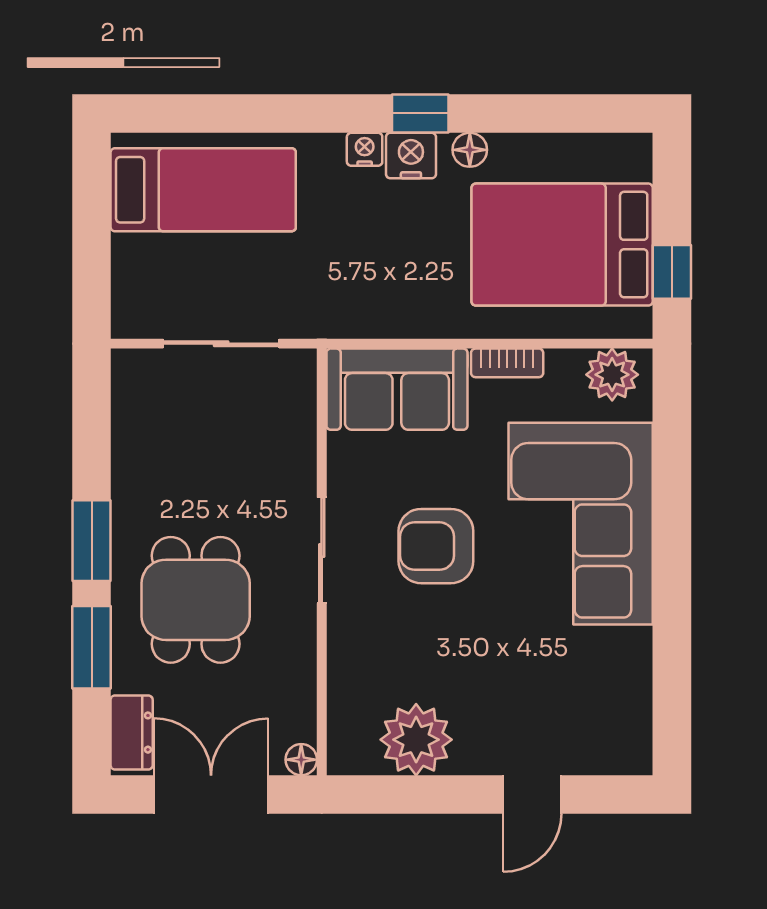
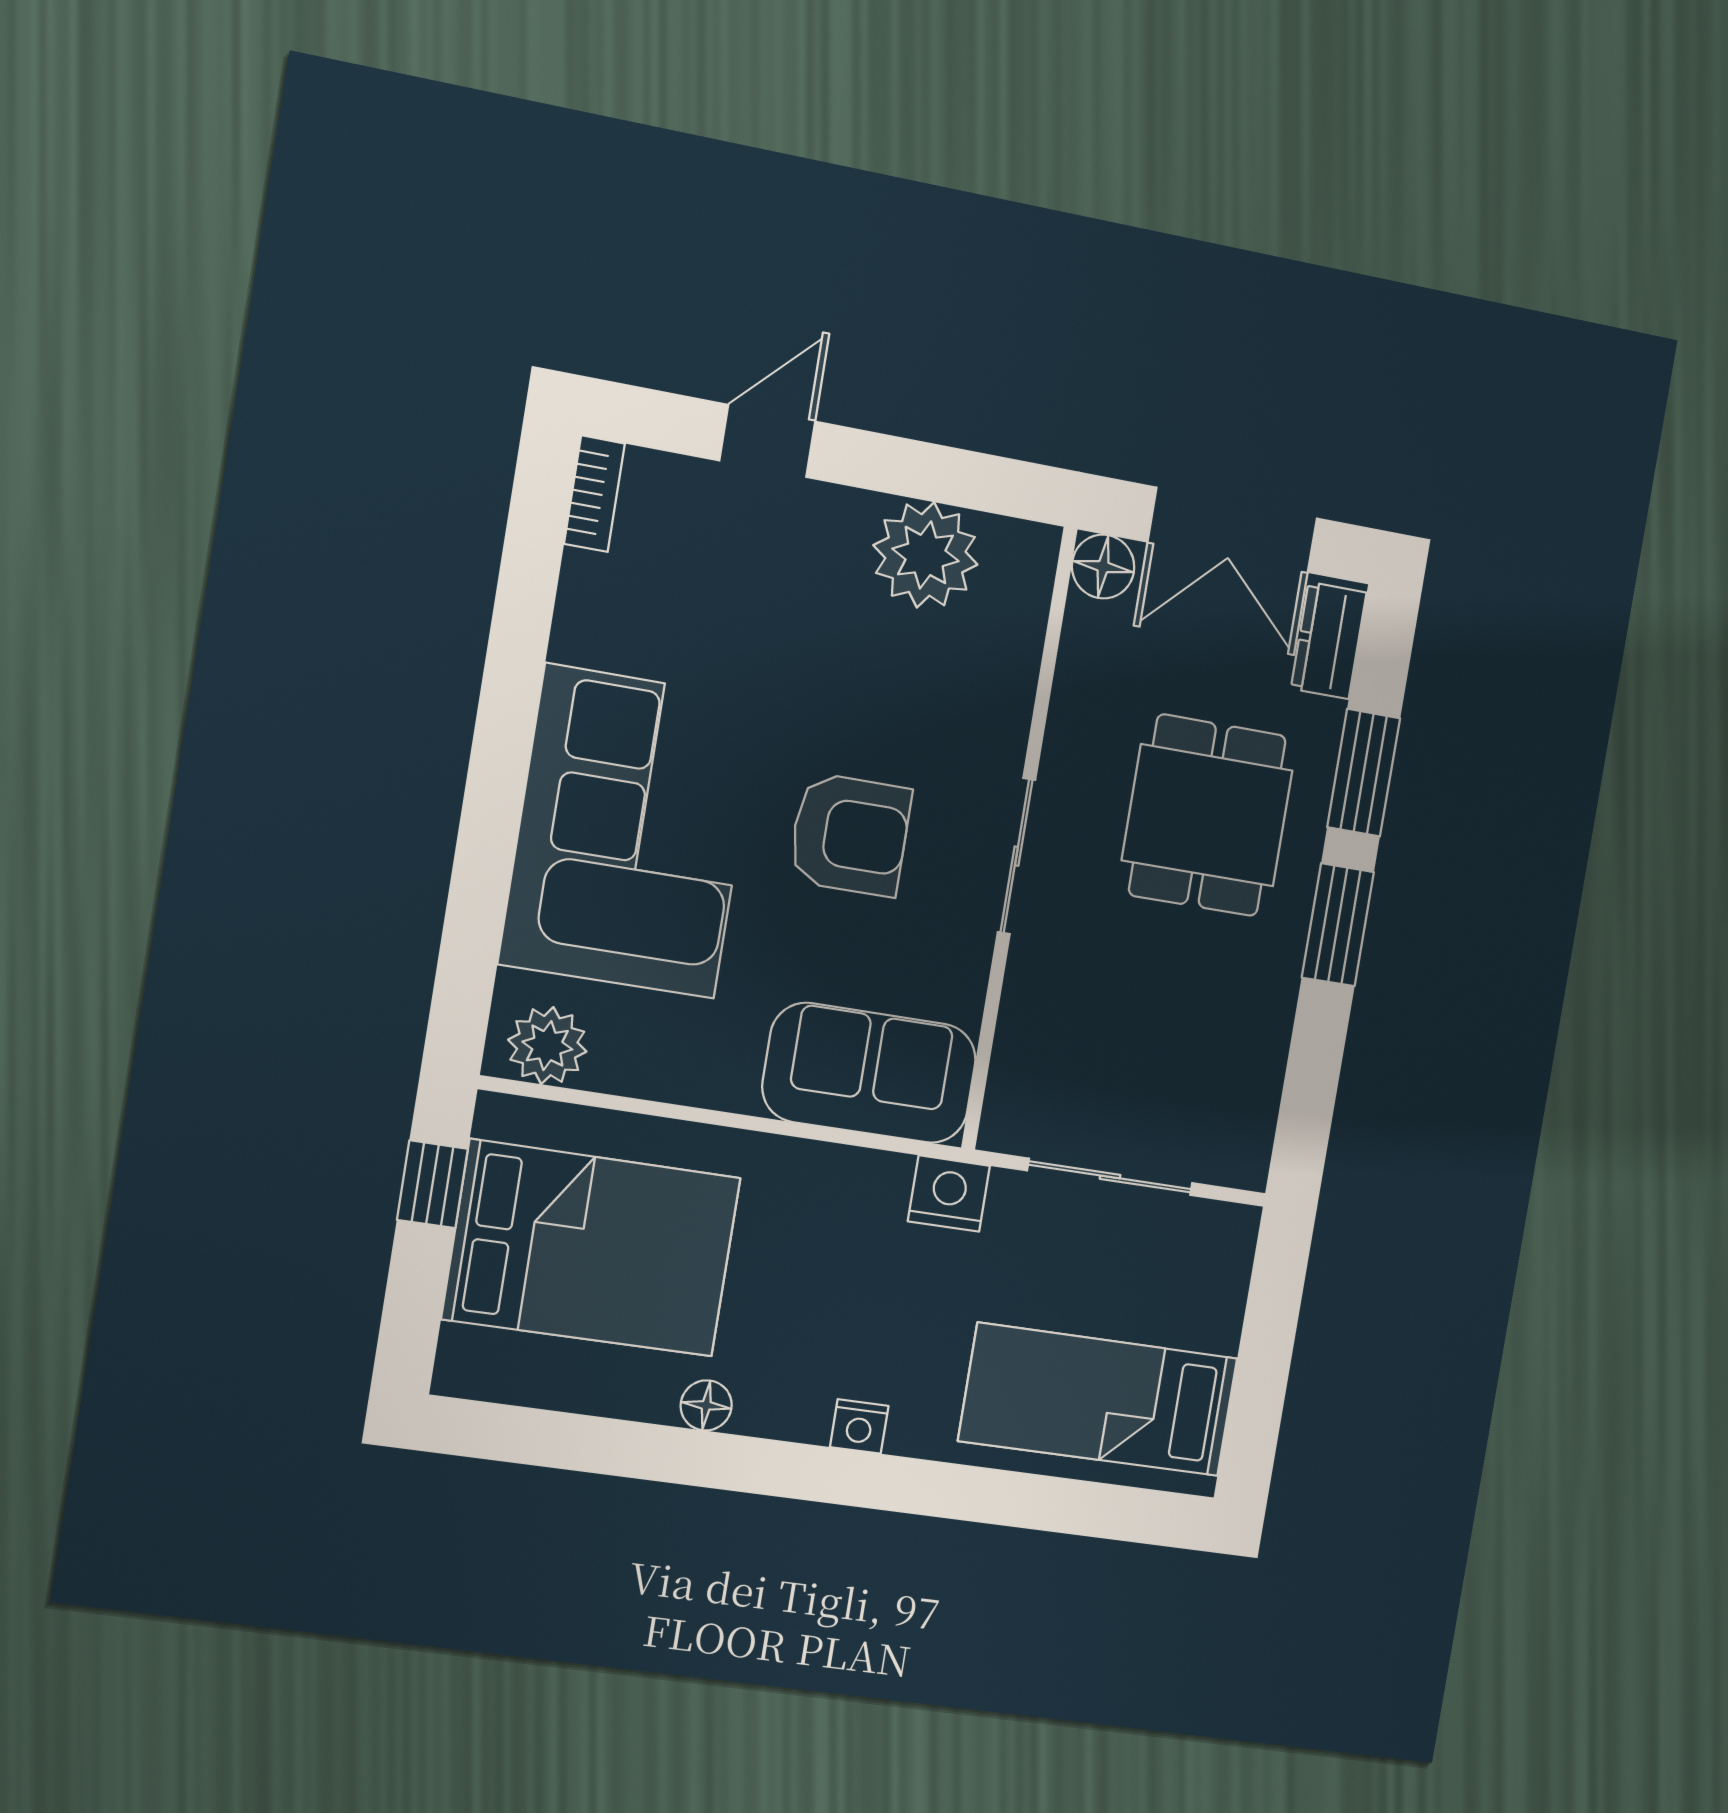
window: (420, 113) -> (770, 1467), removed
nightstand: (411, 156) -> (949, 1194), moved, turned 180
bookcase: (507, 363) -> (595, 494), moved, turned 90
floor lamp: (301, 760) -> (1103, 567), width x1.37, depth x1.37

